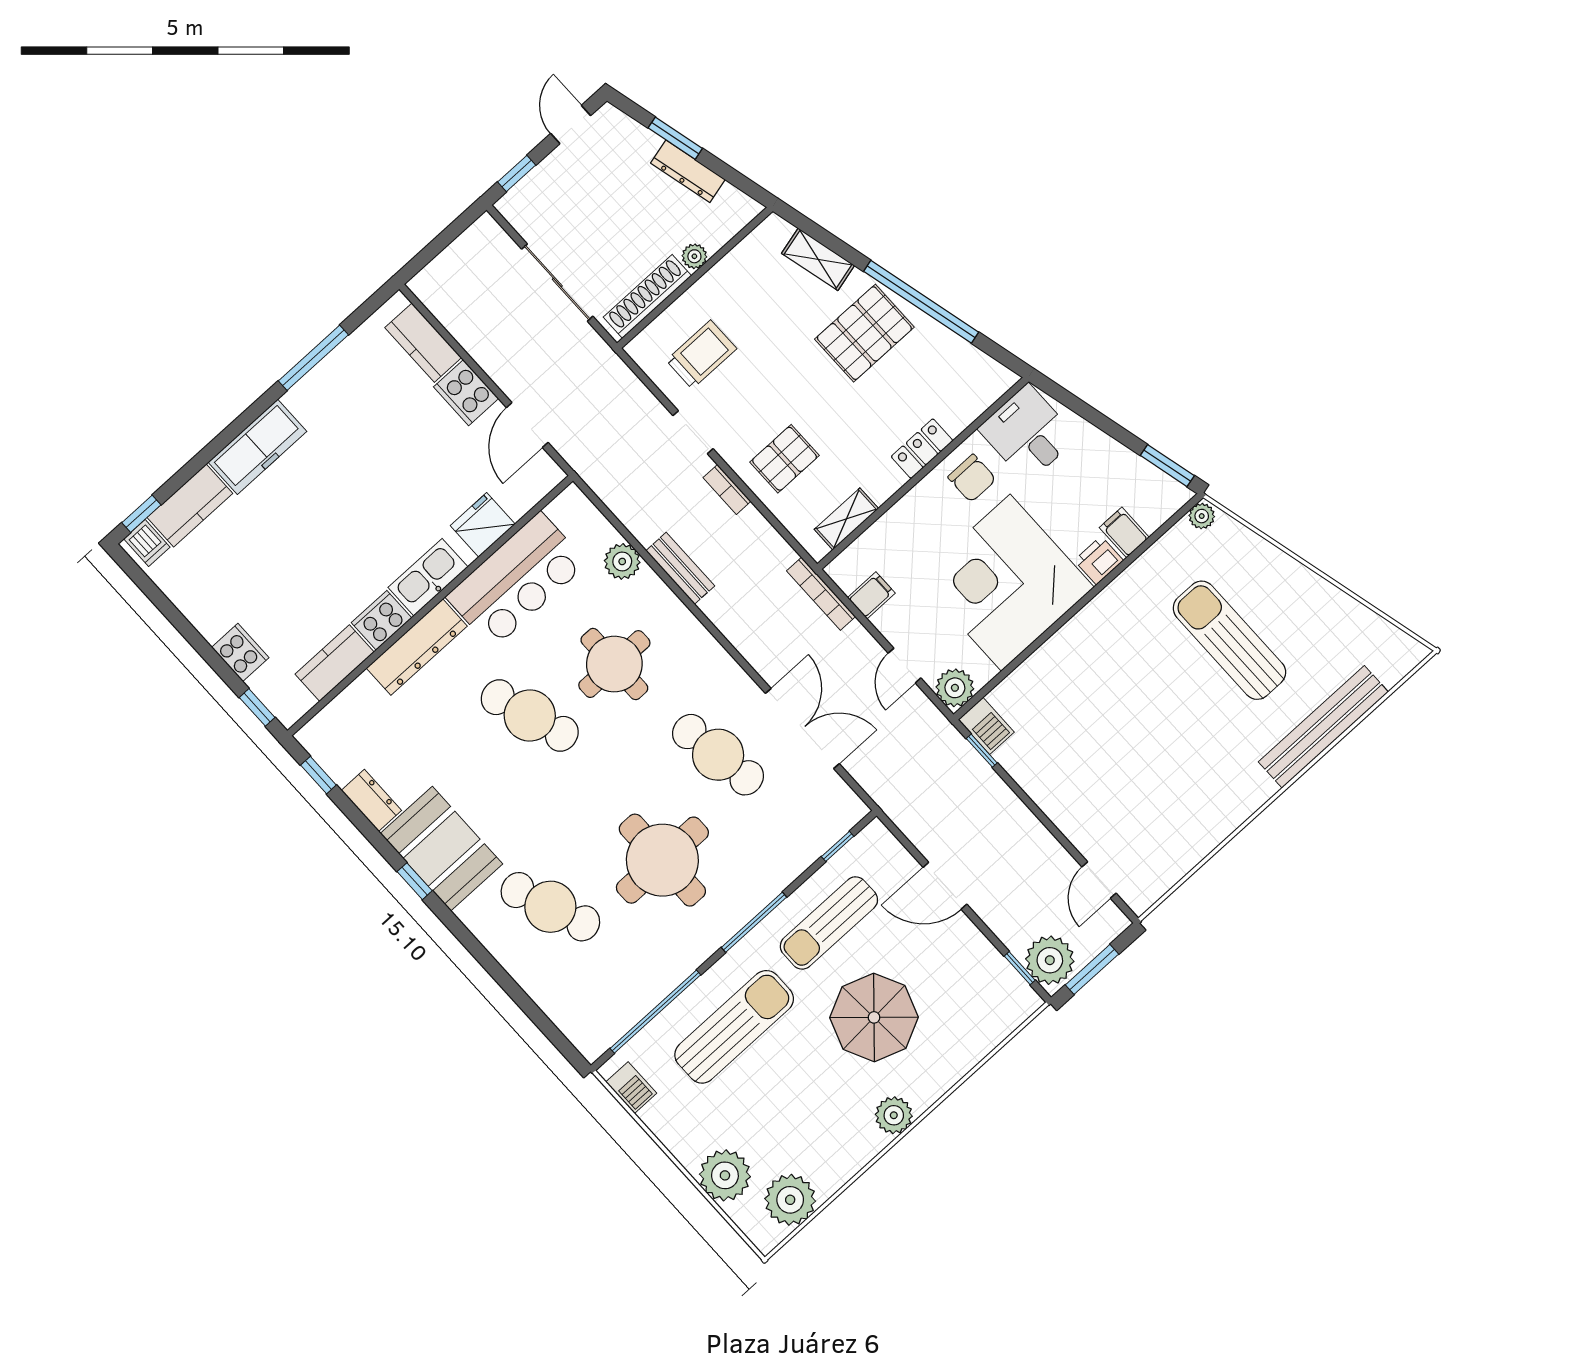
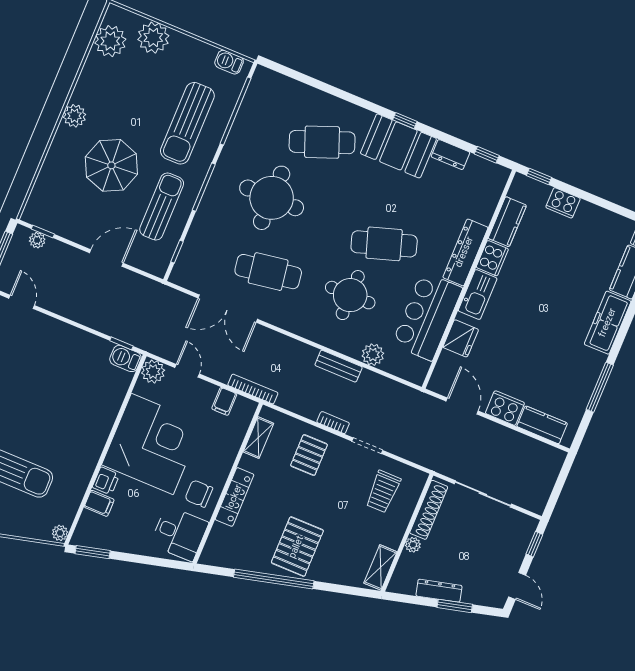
shelving: (818, 259) -> (380, 567), moved, turned -76
locker: (922, 449) -> (235, 497), width x1.53
plant: (1050, 960) -> (37, 240), width x0.53, depth x0.53

